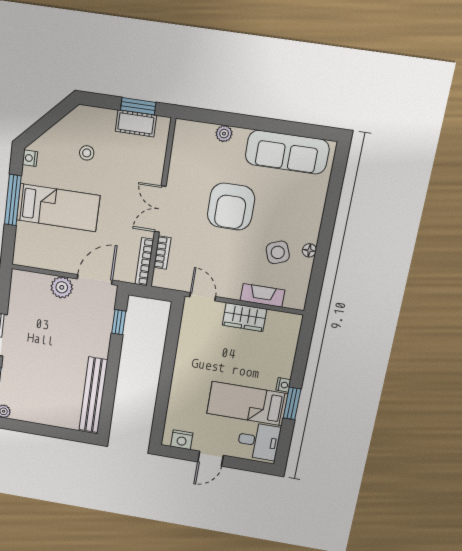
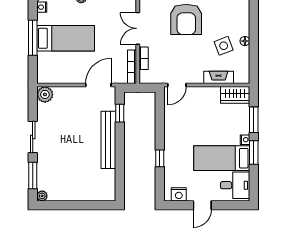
plant: (62, 287) -> (45, 94), moved
door: (203, 297) -> (177, 85), swing flipped
wardrobe: (245, 317) -> (235, 95), moved
window: (301, 361) -> (254, 120), added
window: (164, 390) -> (160, 158), added
bench: (93, 395) -> (108, 140), moved

